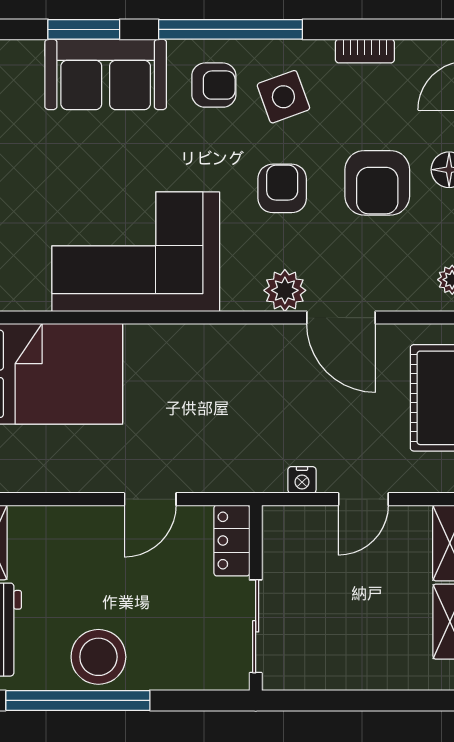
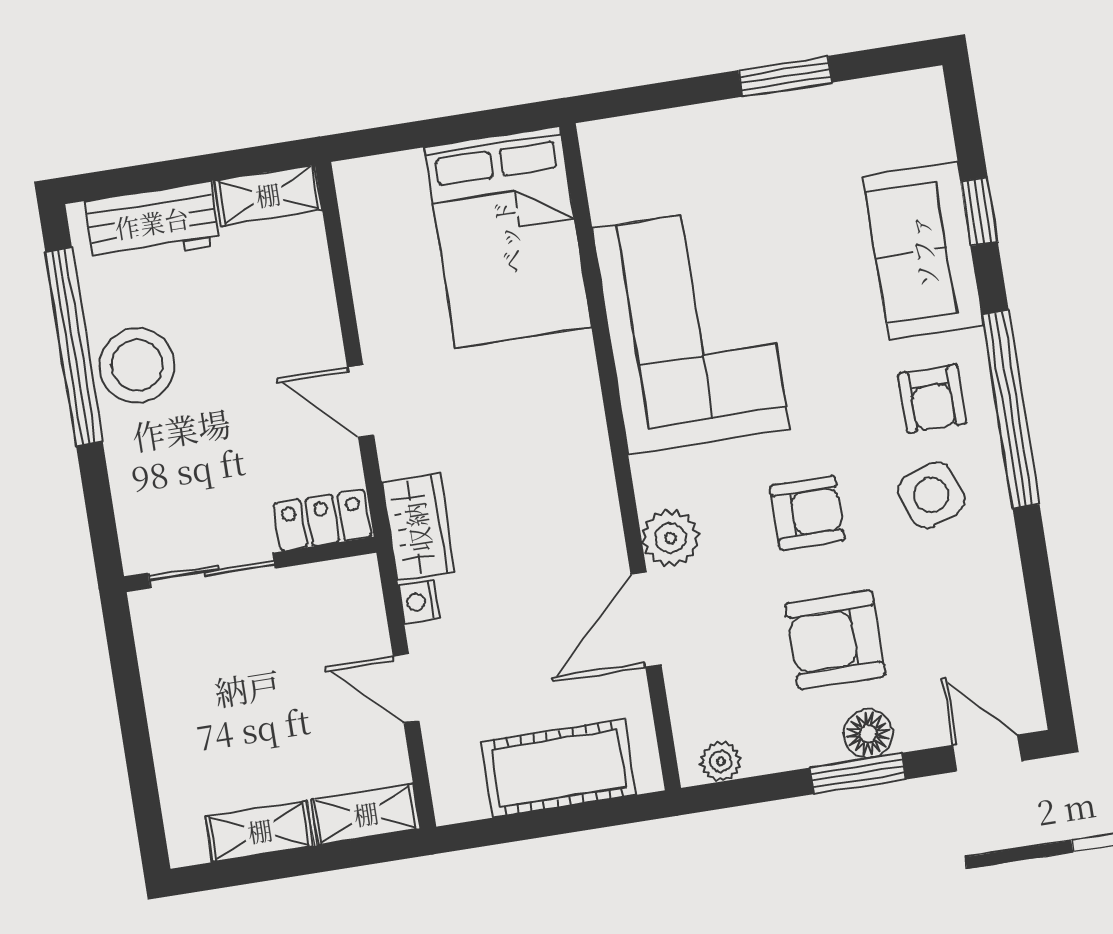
window: (84, 29) -> (979, 212), width x0.67
bookcase: (365, 51) -> (1010, 595), removed
wardrobe: (248, 472) -> (418, 527), added

